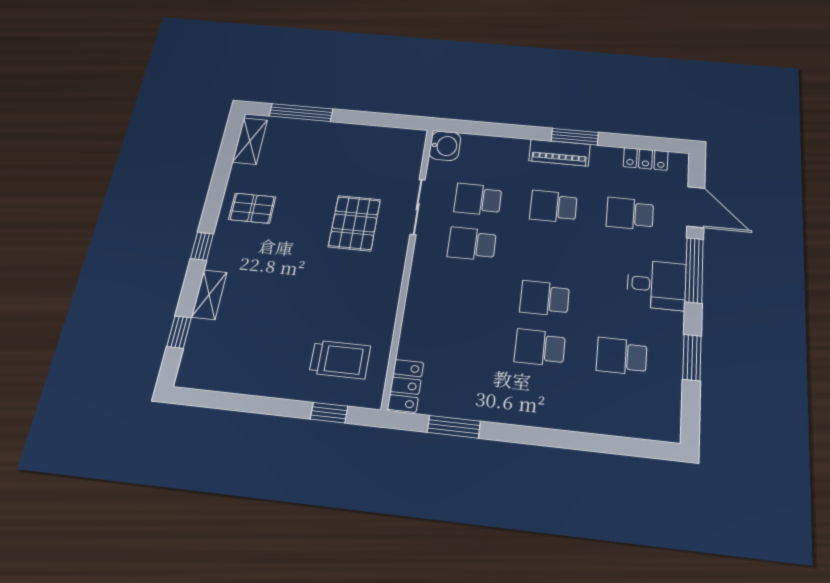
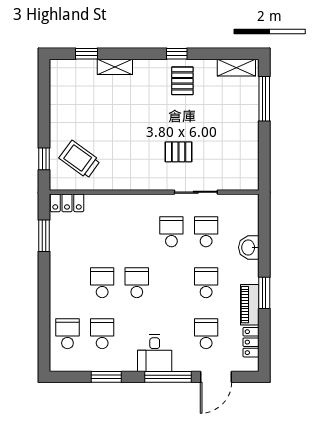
washbasin: (445, 146) -> (249, 247), moved, turned 90
piano: (560, 153) -> (250, 305), moved
pallet: (354, 223) -> (179, 152), width x0.67, depth x0.71
window: (202, 246) -> (177, 54), moved
trolley: (340, 360) -> (80, 159), turned 126
school desk: (619, 408) -> (67, 334), added

